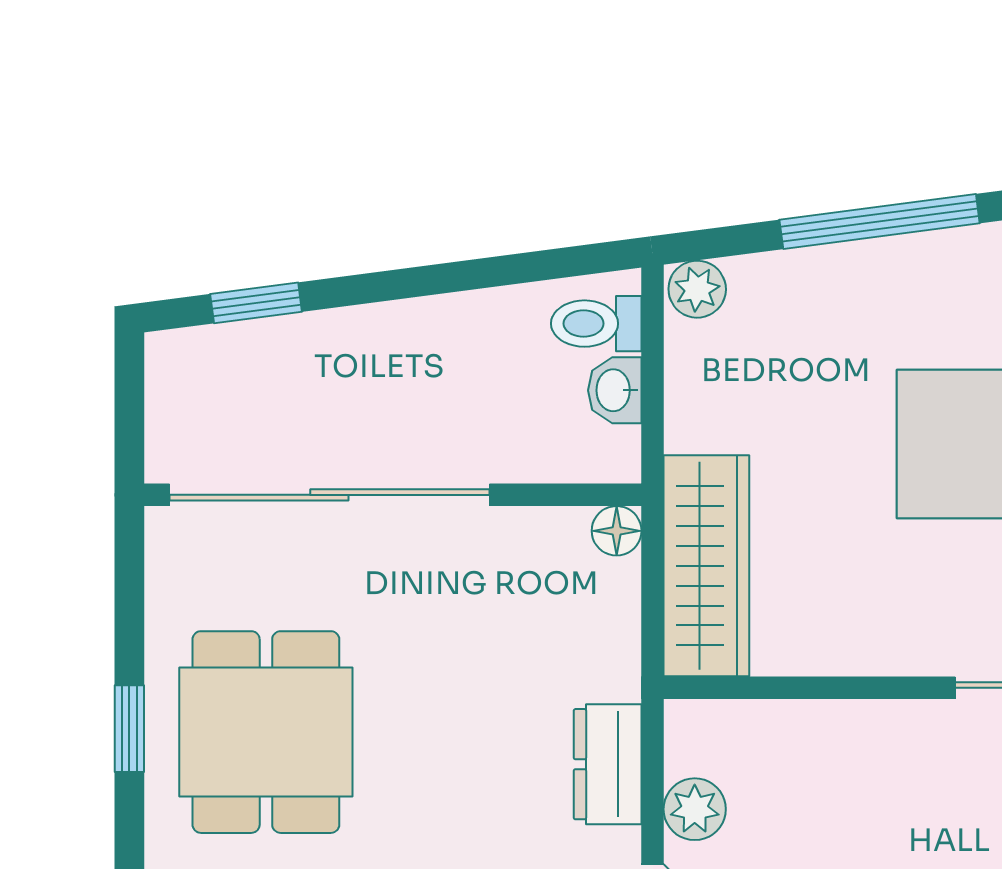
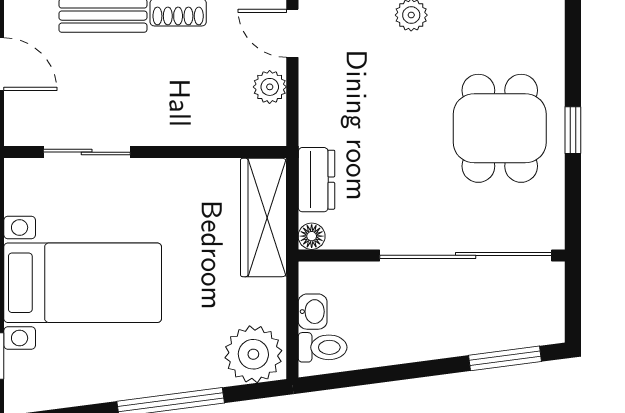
plant: (697, 289) -> (253, 354), width x1.87, depth x1.87
window: (256, 303) -> (505, 358), width x1.50
dresser: (608, 764) -> (316, 180), moved

